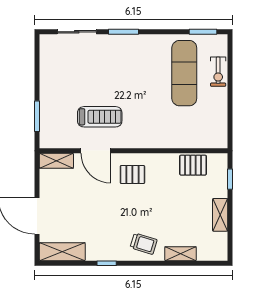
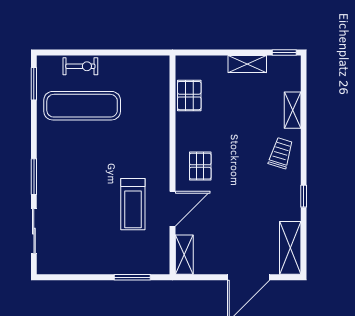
treadmill: (100, 117) -> (133, 204), turned 180
window: (230, 179) -> (284, 52), moved

